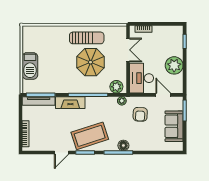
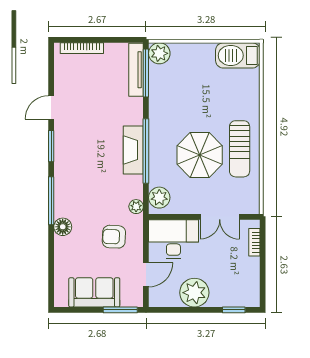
barbecue: (30, 66) -> (238, 55), moved
plant: (29, 87) -> (159, 53), added
fireplace: (70, 103) -> (133, 150), moved
coffee table: (90, 136) -> (79, 154), removed
floor lamp: (123, 145) -> (63, 227), moved
door: (62, 152) -> (51, 107), hinge flipped

